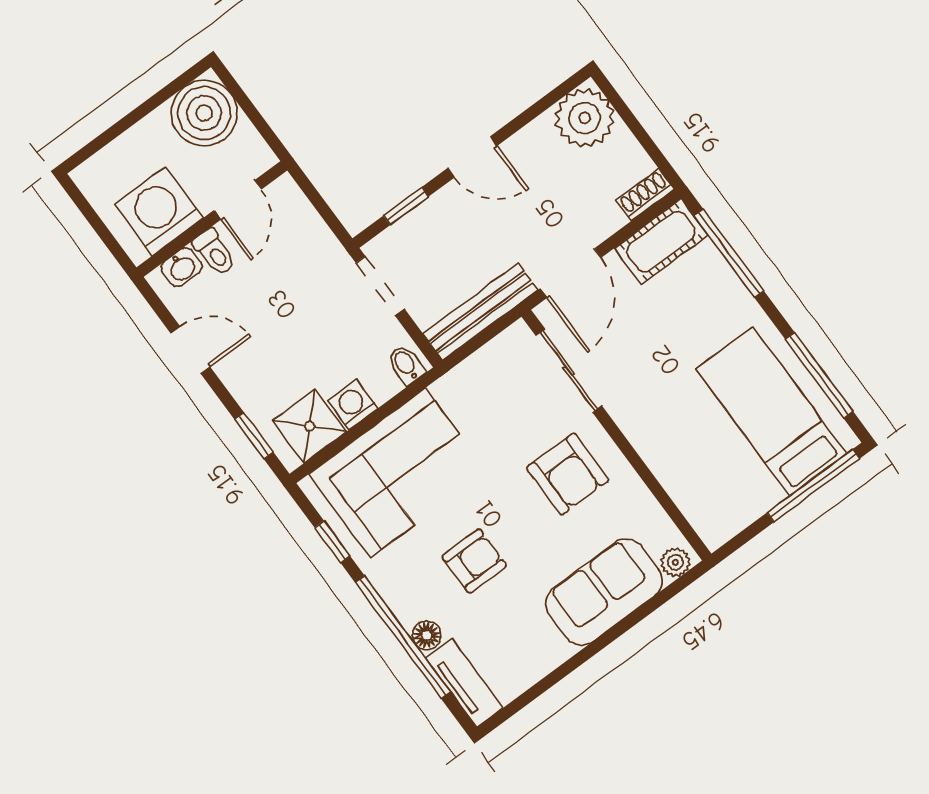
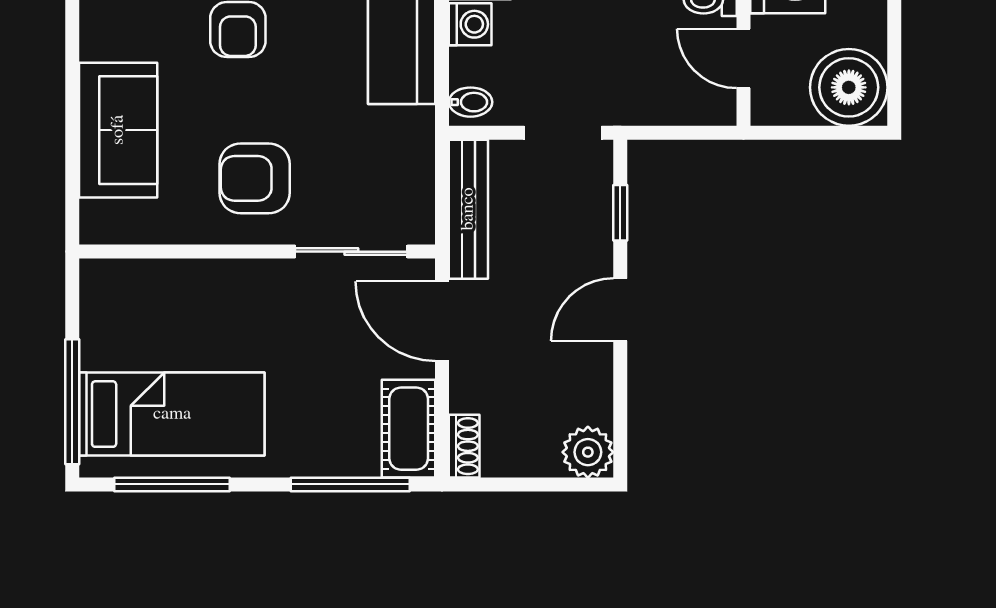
plant: (585, 118) -> (588, 452), width x0.73, depth x0.73
plant: (675, 562) -> (96, 218), removed

